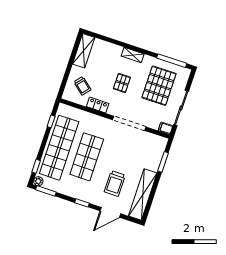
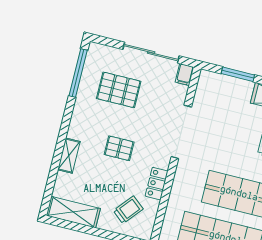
shelving: (133, 55) -> (69, 156), moved
pallet: (159, 86) -> (119, 90), width x0.73, depth x0.71

